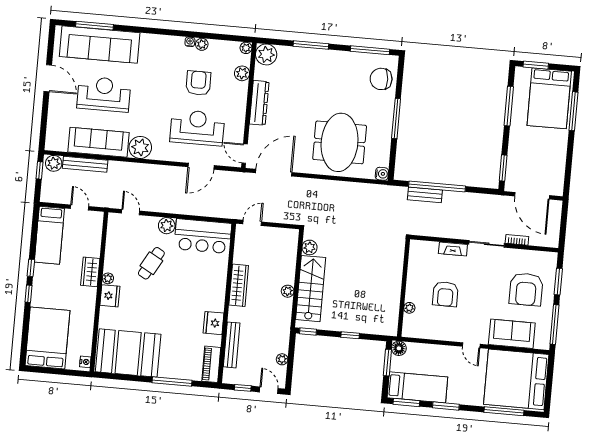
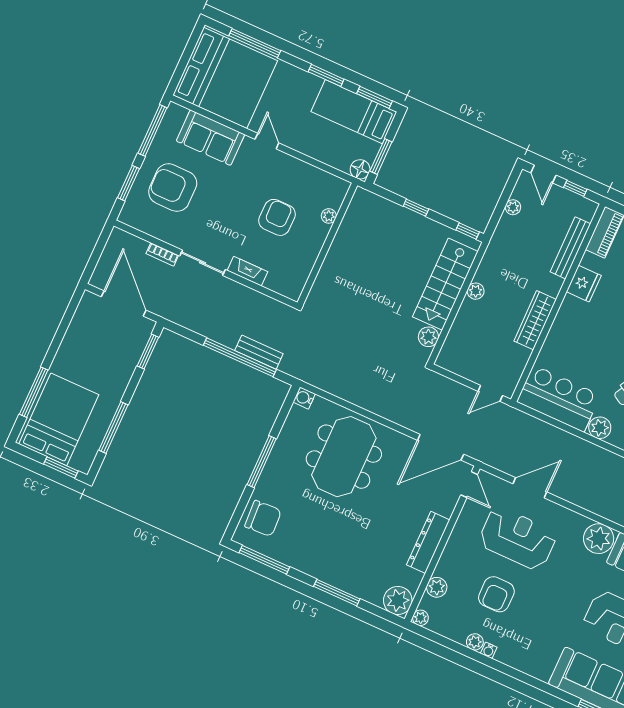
reception desk: (197, 128) -> (518, 538), turned 180
armchair: (526, 289) -> (173, 188), turned -90

